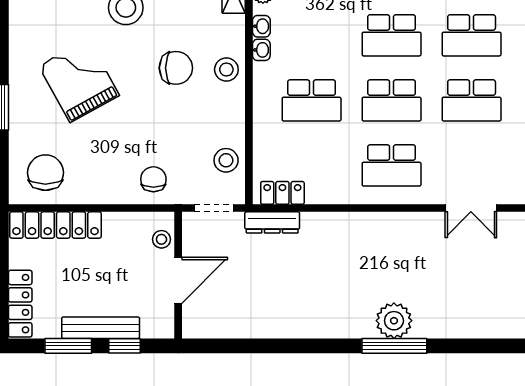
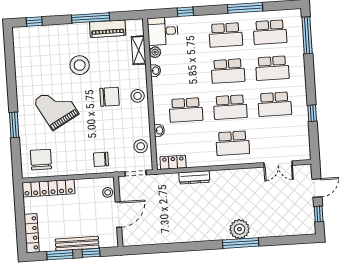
washbasin: (261, 50) -> (159, 130), moved
chair: (153, 179) -> (101, 159), turned -90
dresser: (272, 222) -> (194, 177), moved

